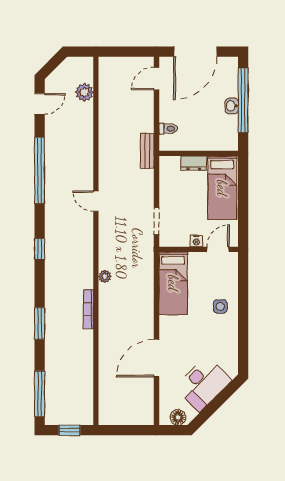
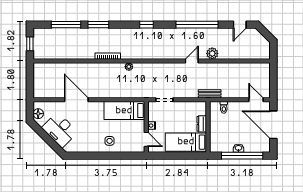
plant: (84, 92) -> (212, 53), moved
door: (40, 104) -> (240, 25), hinge flipped
door: (96, 201) -> (192, 61), moved
window: (40, 394) -> (66, 25), moved

